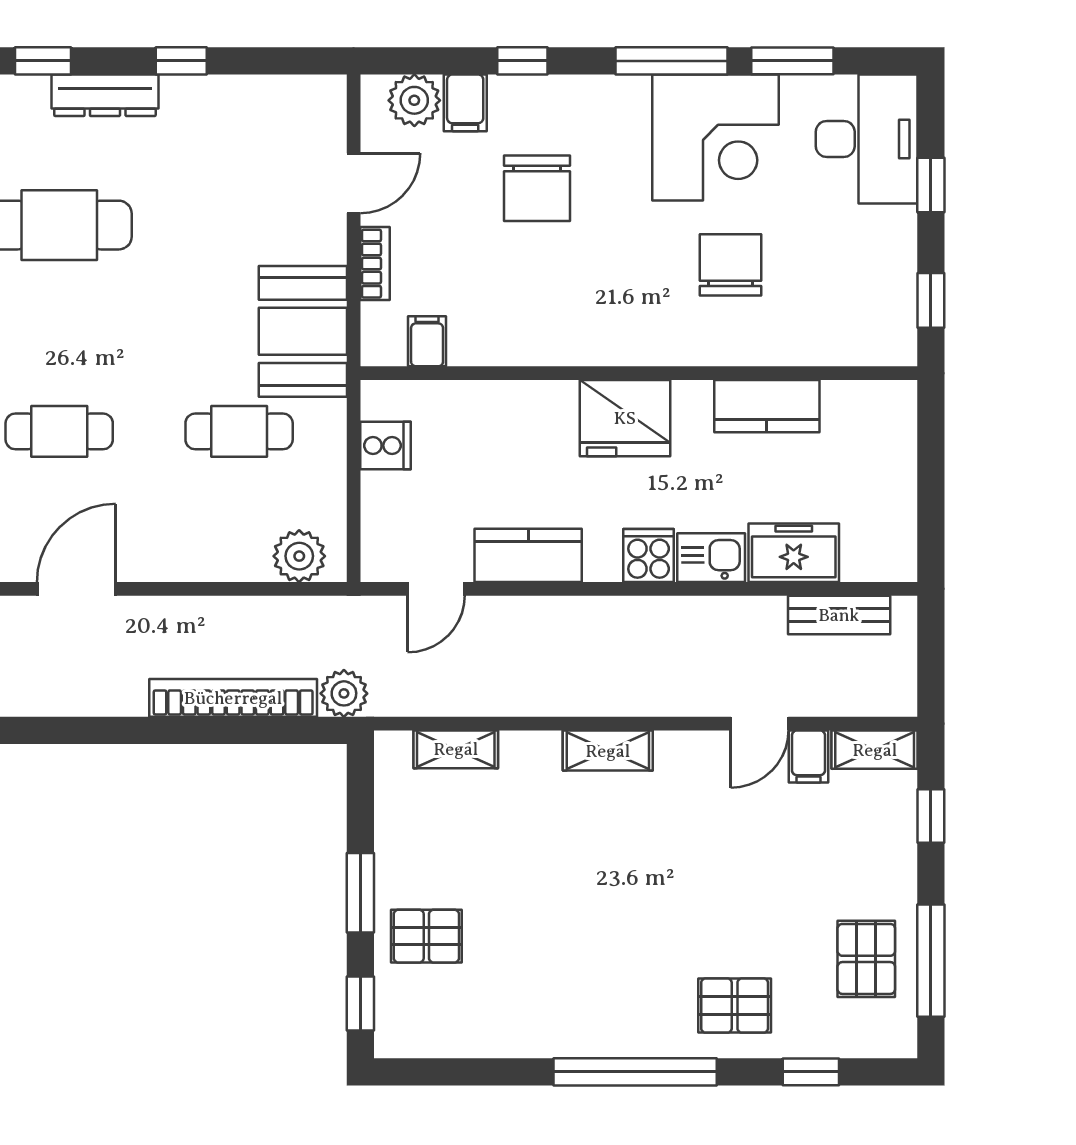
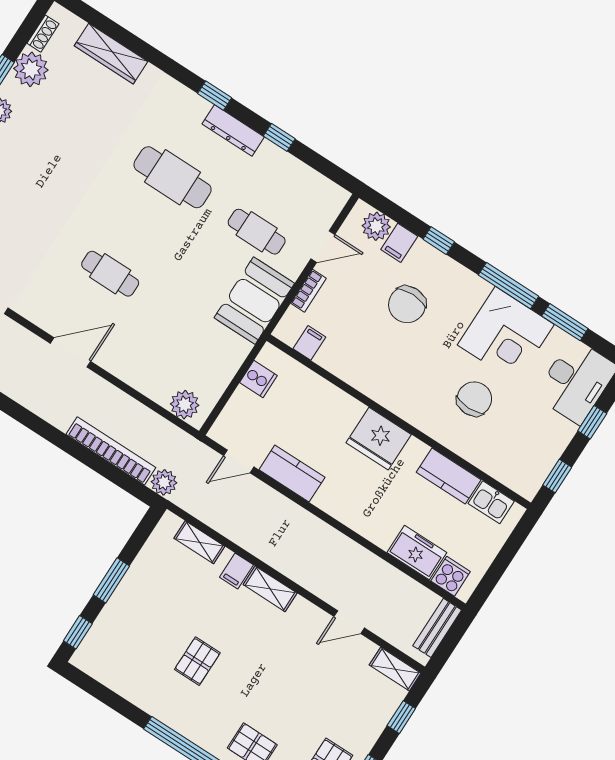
cafe table: (239, 431) -> (257, 232), moved
cooker: (649, 556) -> (451, 576), moved
kitchen sink: (711, 558) -> (491, 502), moved, turned 180
bench: (839, 615) -> (437, 628), moved, turned 90
filing cabinet: (808, 756) -> (236, 571), moved
pallet: (426, 936) -> (197, 661), moved, turned 90

